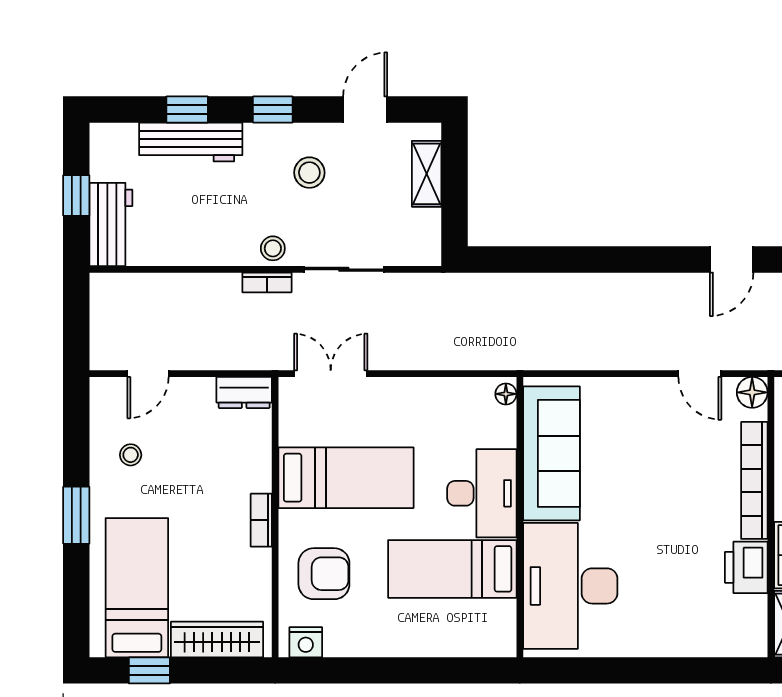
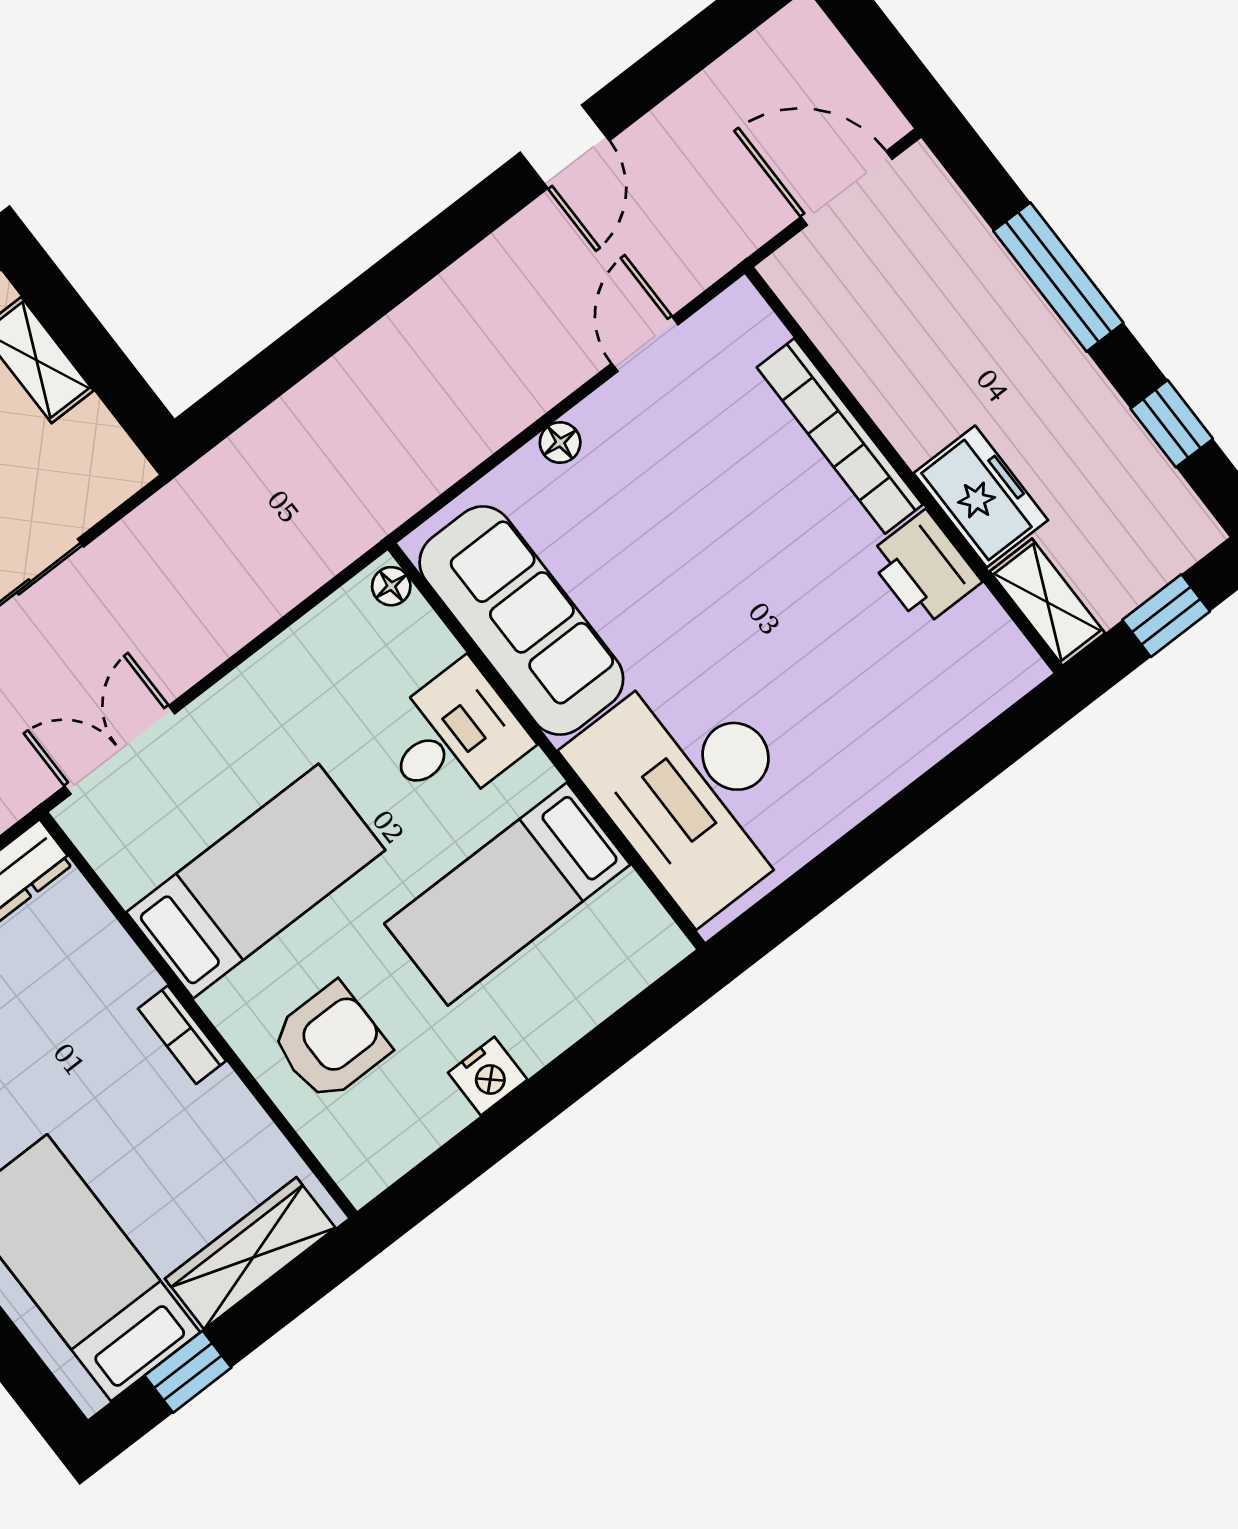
door: (700, 374) -> (645, 344), swing flipped
floor lamp: (752, 392) -> (560, 443), moved, width x0.73, depth x0.73
desk: (482, 493) -> (453, 737), width x0.73
nightstand: (306, 642) -> (488, 1076), moved

